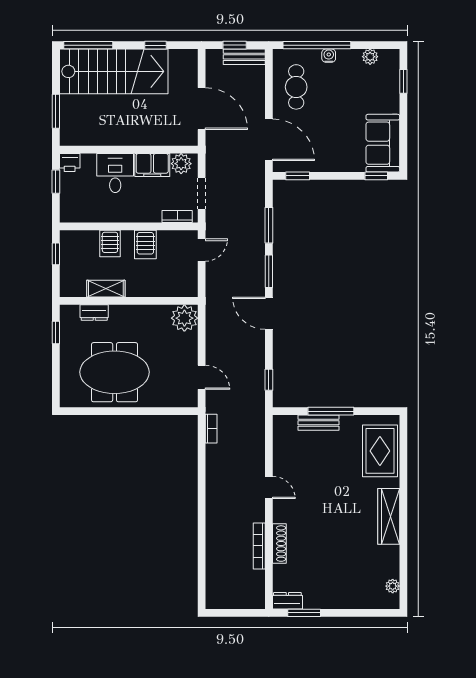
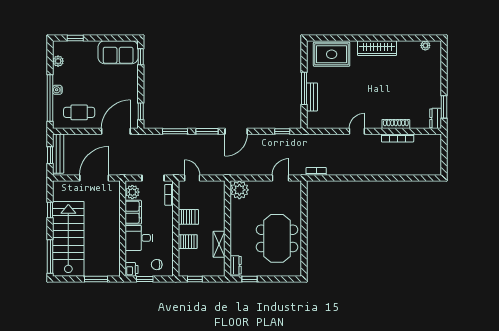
bench: (244, 57) -> (58, 154), width x1.36
chair: (77, 199) -> (157, 265), added
dresser: (94, 313) -> (236, 265), moved

